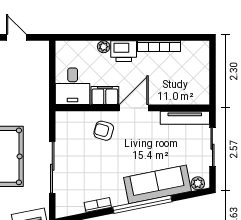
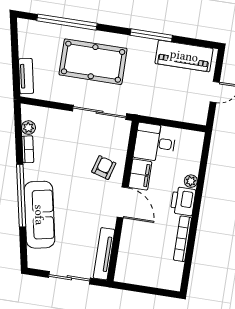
sliding door: (52, 167) -> (99, 112), moved
plant: (198, 183) -> (28, 128), moved

